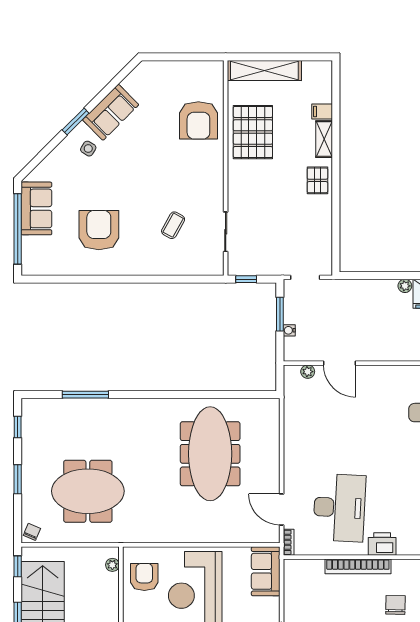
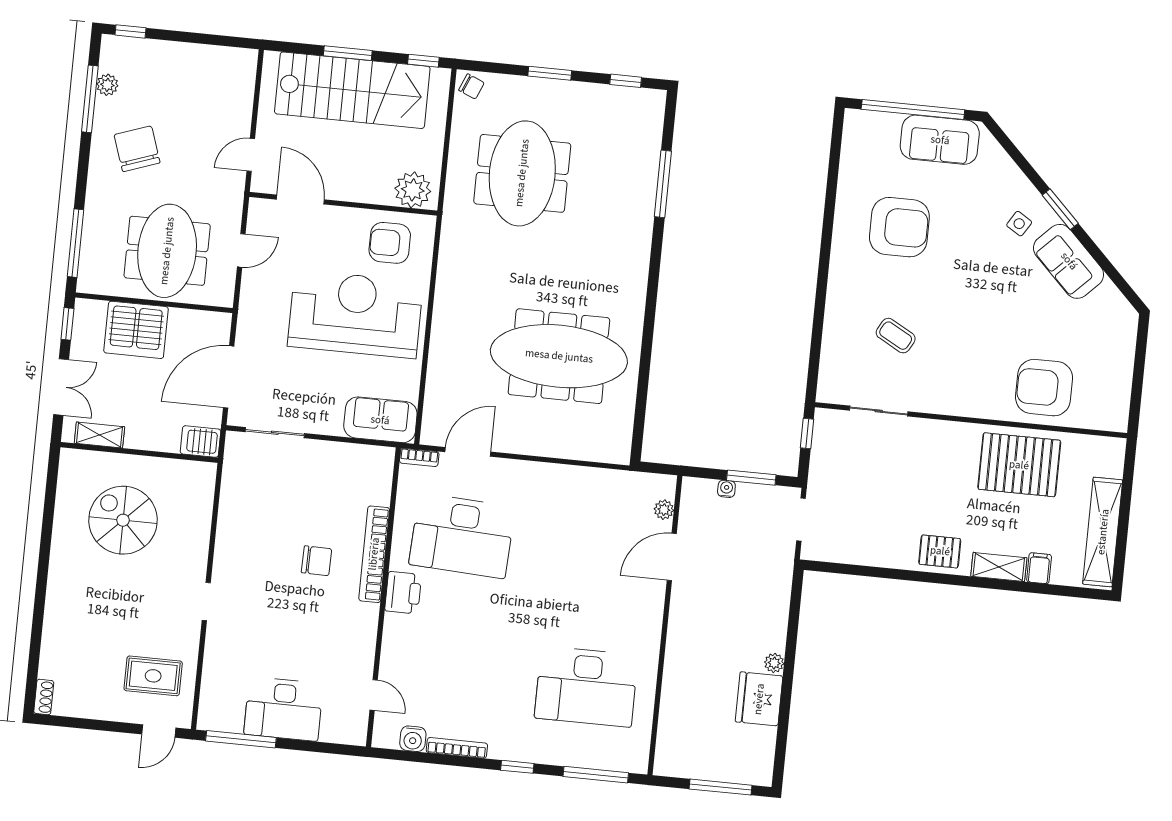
shelving: (264, 71) -> (1103, 532), moved
plant: (112, 565) -> (413, 190), width x1.87, depth x1.87
armchair: (144, 577) -> (390, 243), turned 180
chair: (395, 605) -> (317, 561), moved

